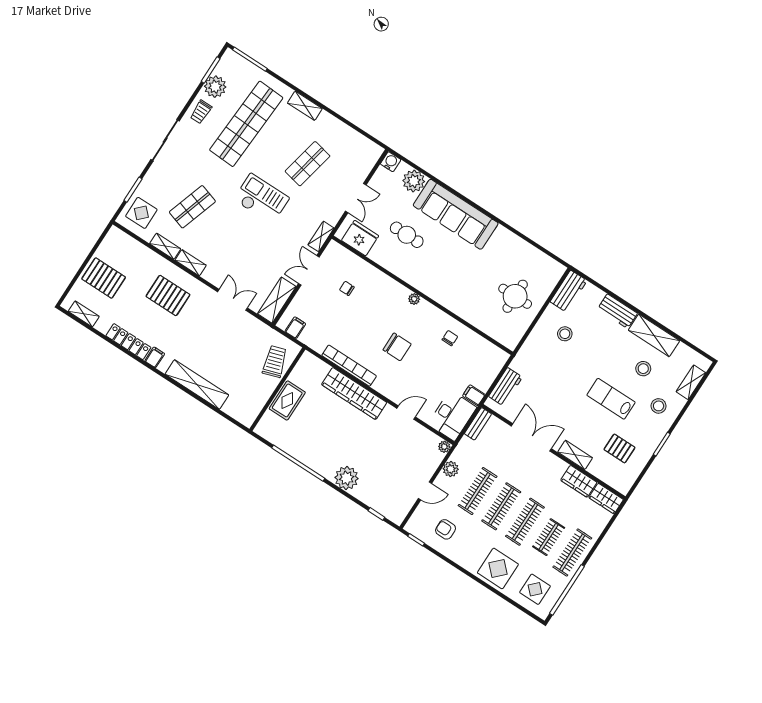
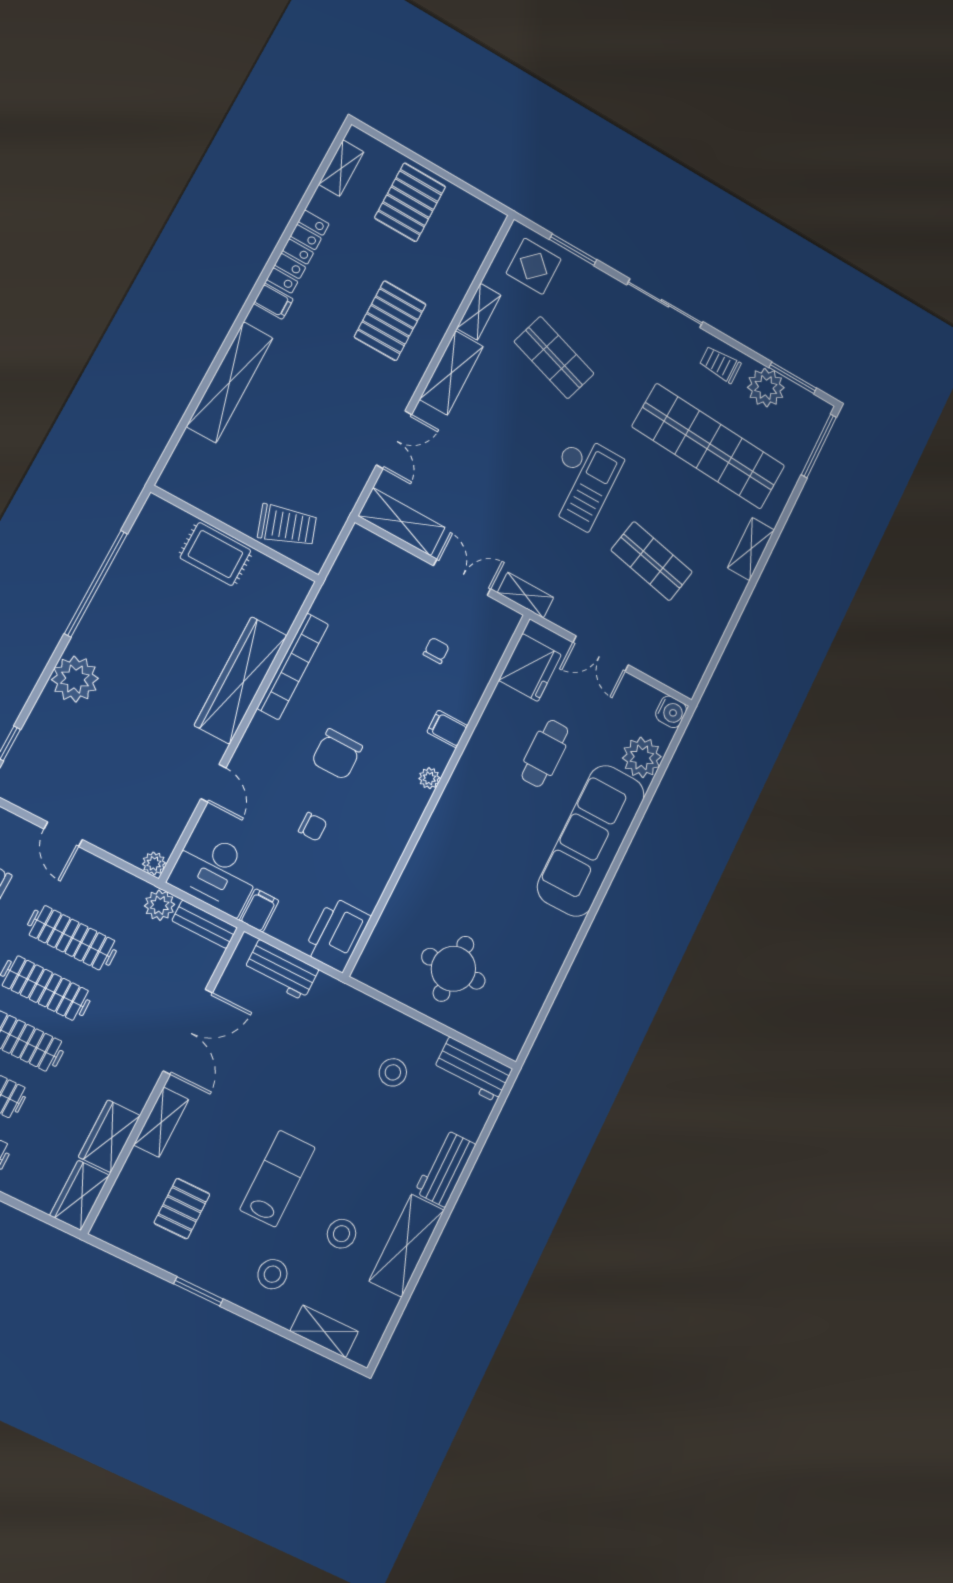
shelving: (191, 263) -> (451, 373), width x1.50, depth x1.33
filing cabinet: (295, 328) -> (447, 729), moved, turned 180
chair: (450, 338) -> (313, 827), moved
printer: (490, 356) -> (337, 934), added
plant: (451, 469) -> (160, 905), moved

